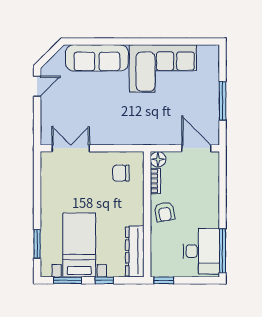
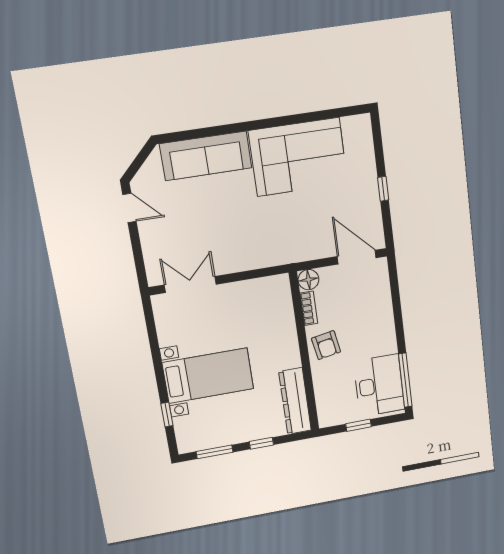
door: (37, 86) -> (129, 208), hinge flipped
window: (223, 101) -> (383, 189), width x0.46
chair: (121, 173) -> (262, 306), removed
window: (37, 244) -> (167, 414), width x0.67
bed with nightstands: (79, 245) -> (208, 376), moved, turned 90
window: (164, 280) -> (359, 425), moved

